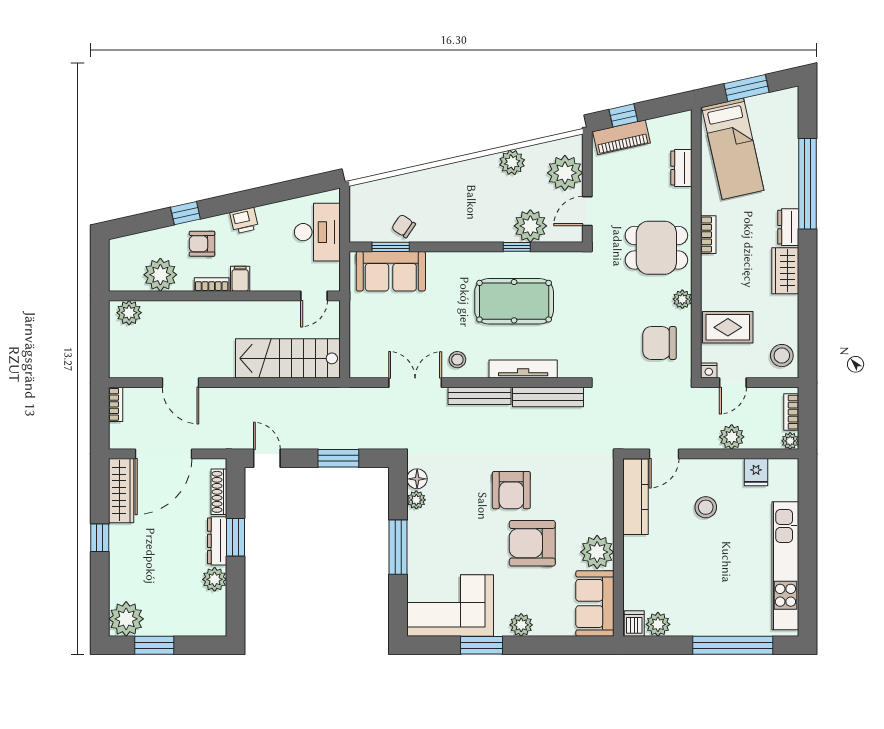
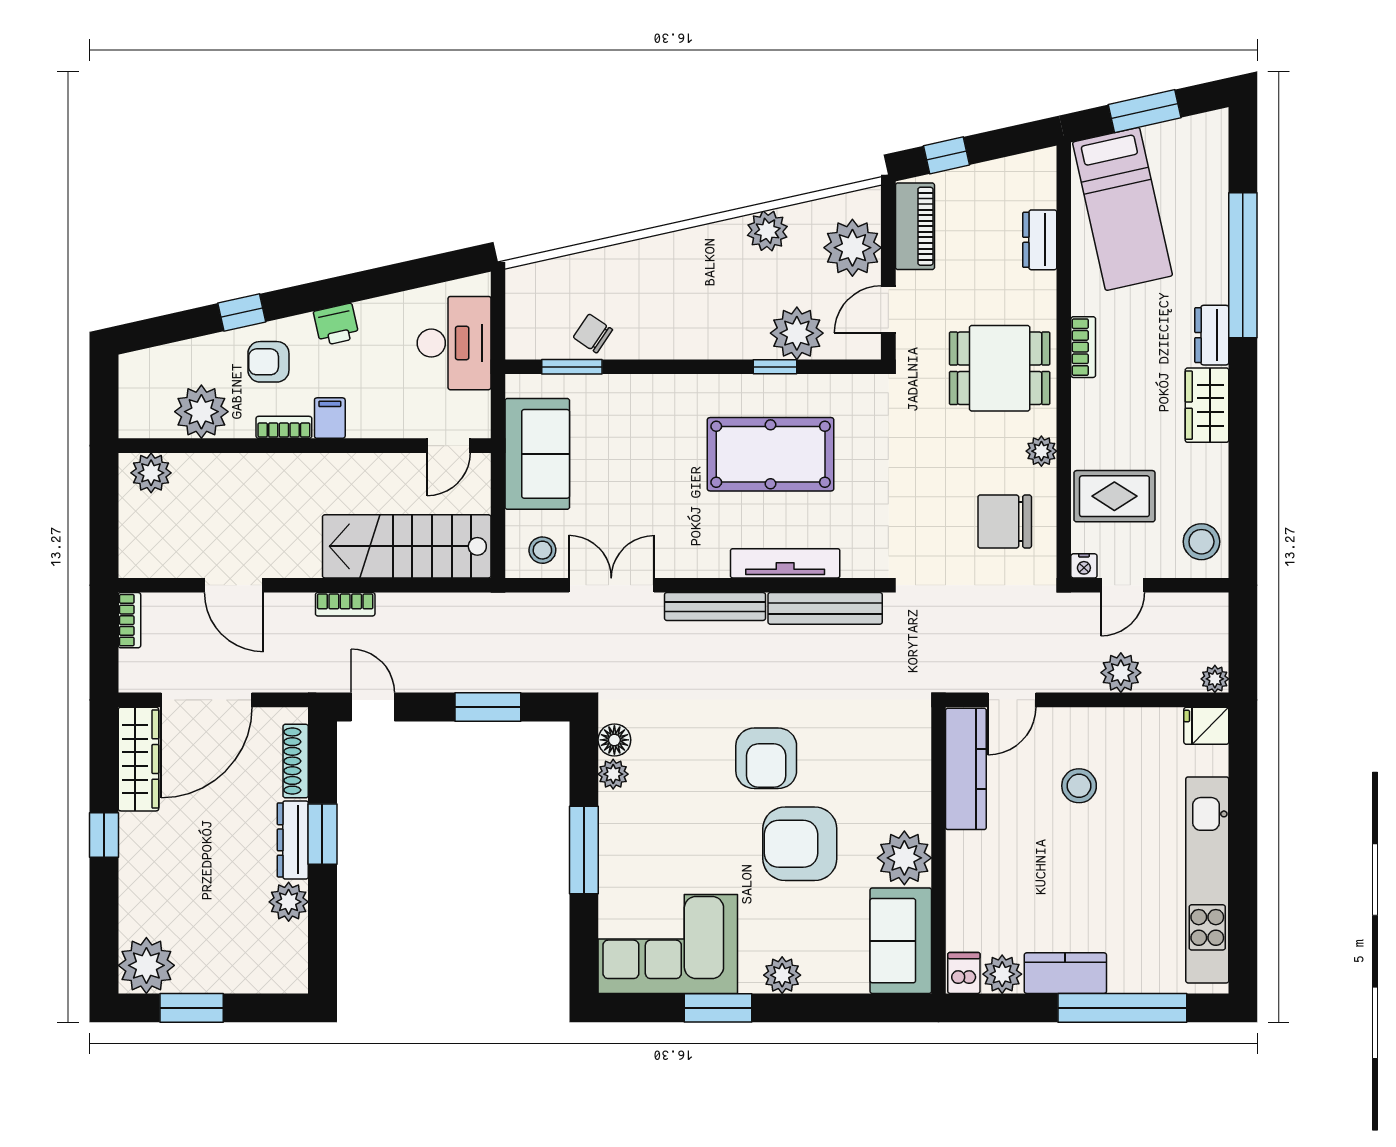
piano: (622, 137) -> (915, 226), moved, turned -77
sofa: (391, 271) -> (537, 454), moved, turned -90
stool: (457, 360) -> (542, 550), moved
bookcase: (791, 412) -> (345, 604), moved, turned -90
fridge: (756, 472) -> (1206, 726), moved, turned 90
kitchen counter: (697, 624) -> (1065, 973), added

